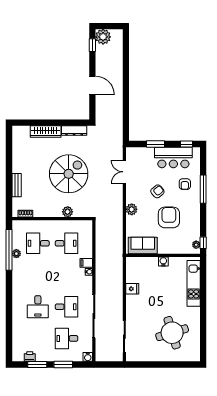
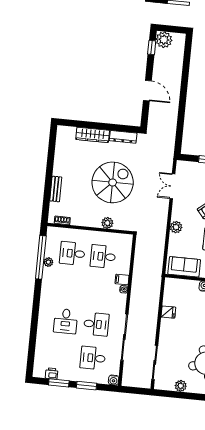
desk: (67, 243) -> (103, 256), turned 180
plant: (151, 356) -> (181, 386), added

